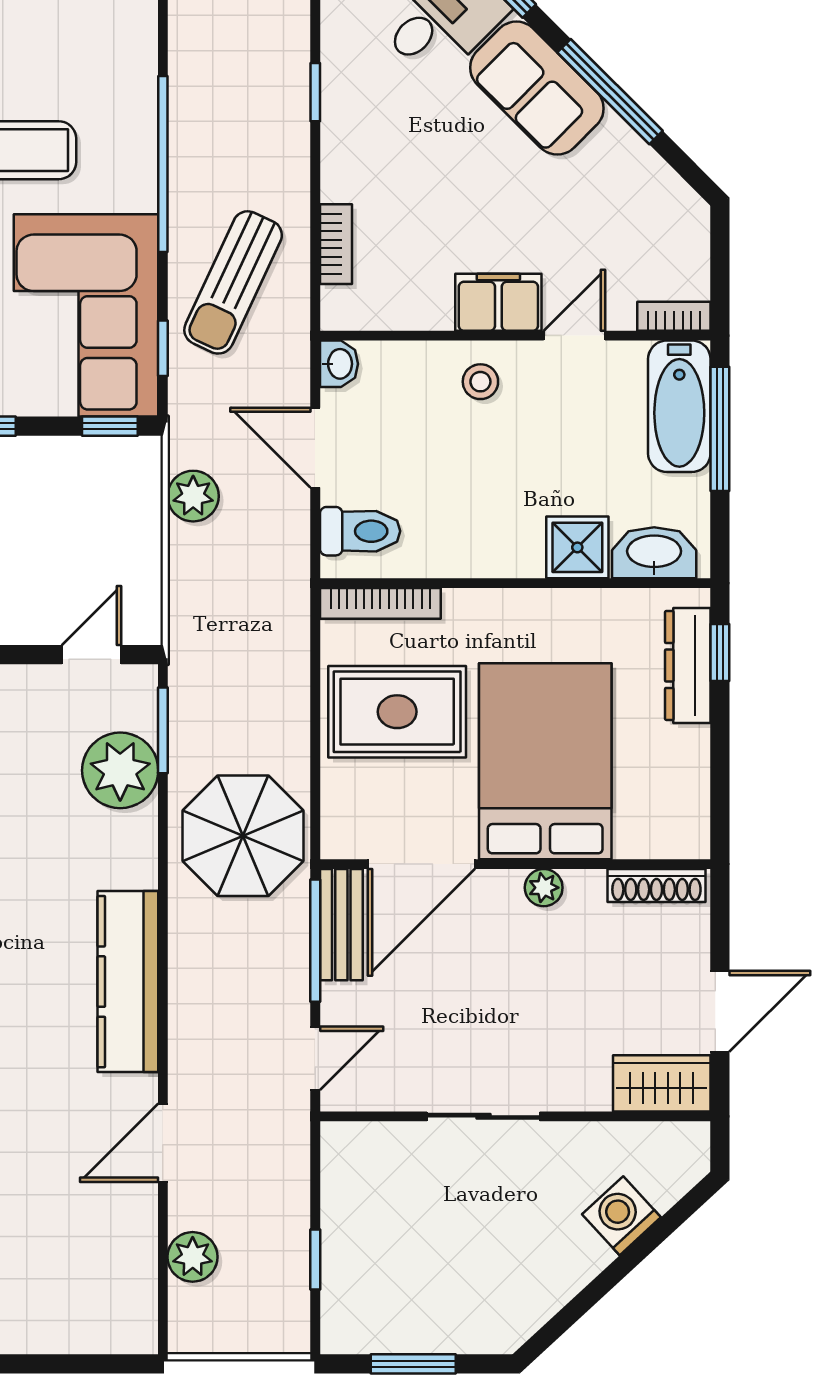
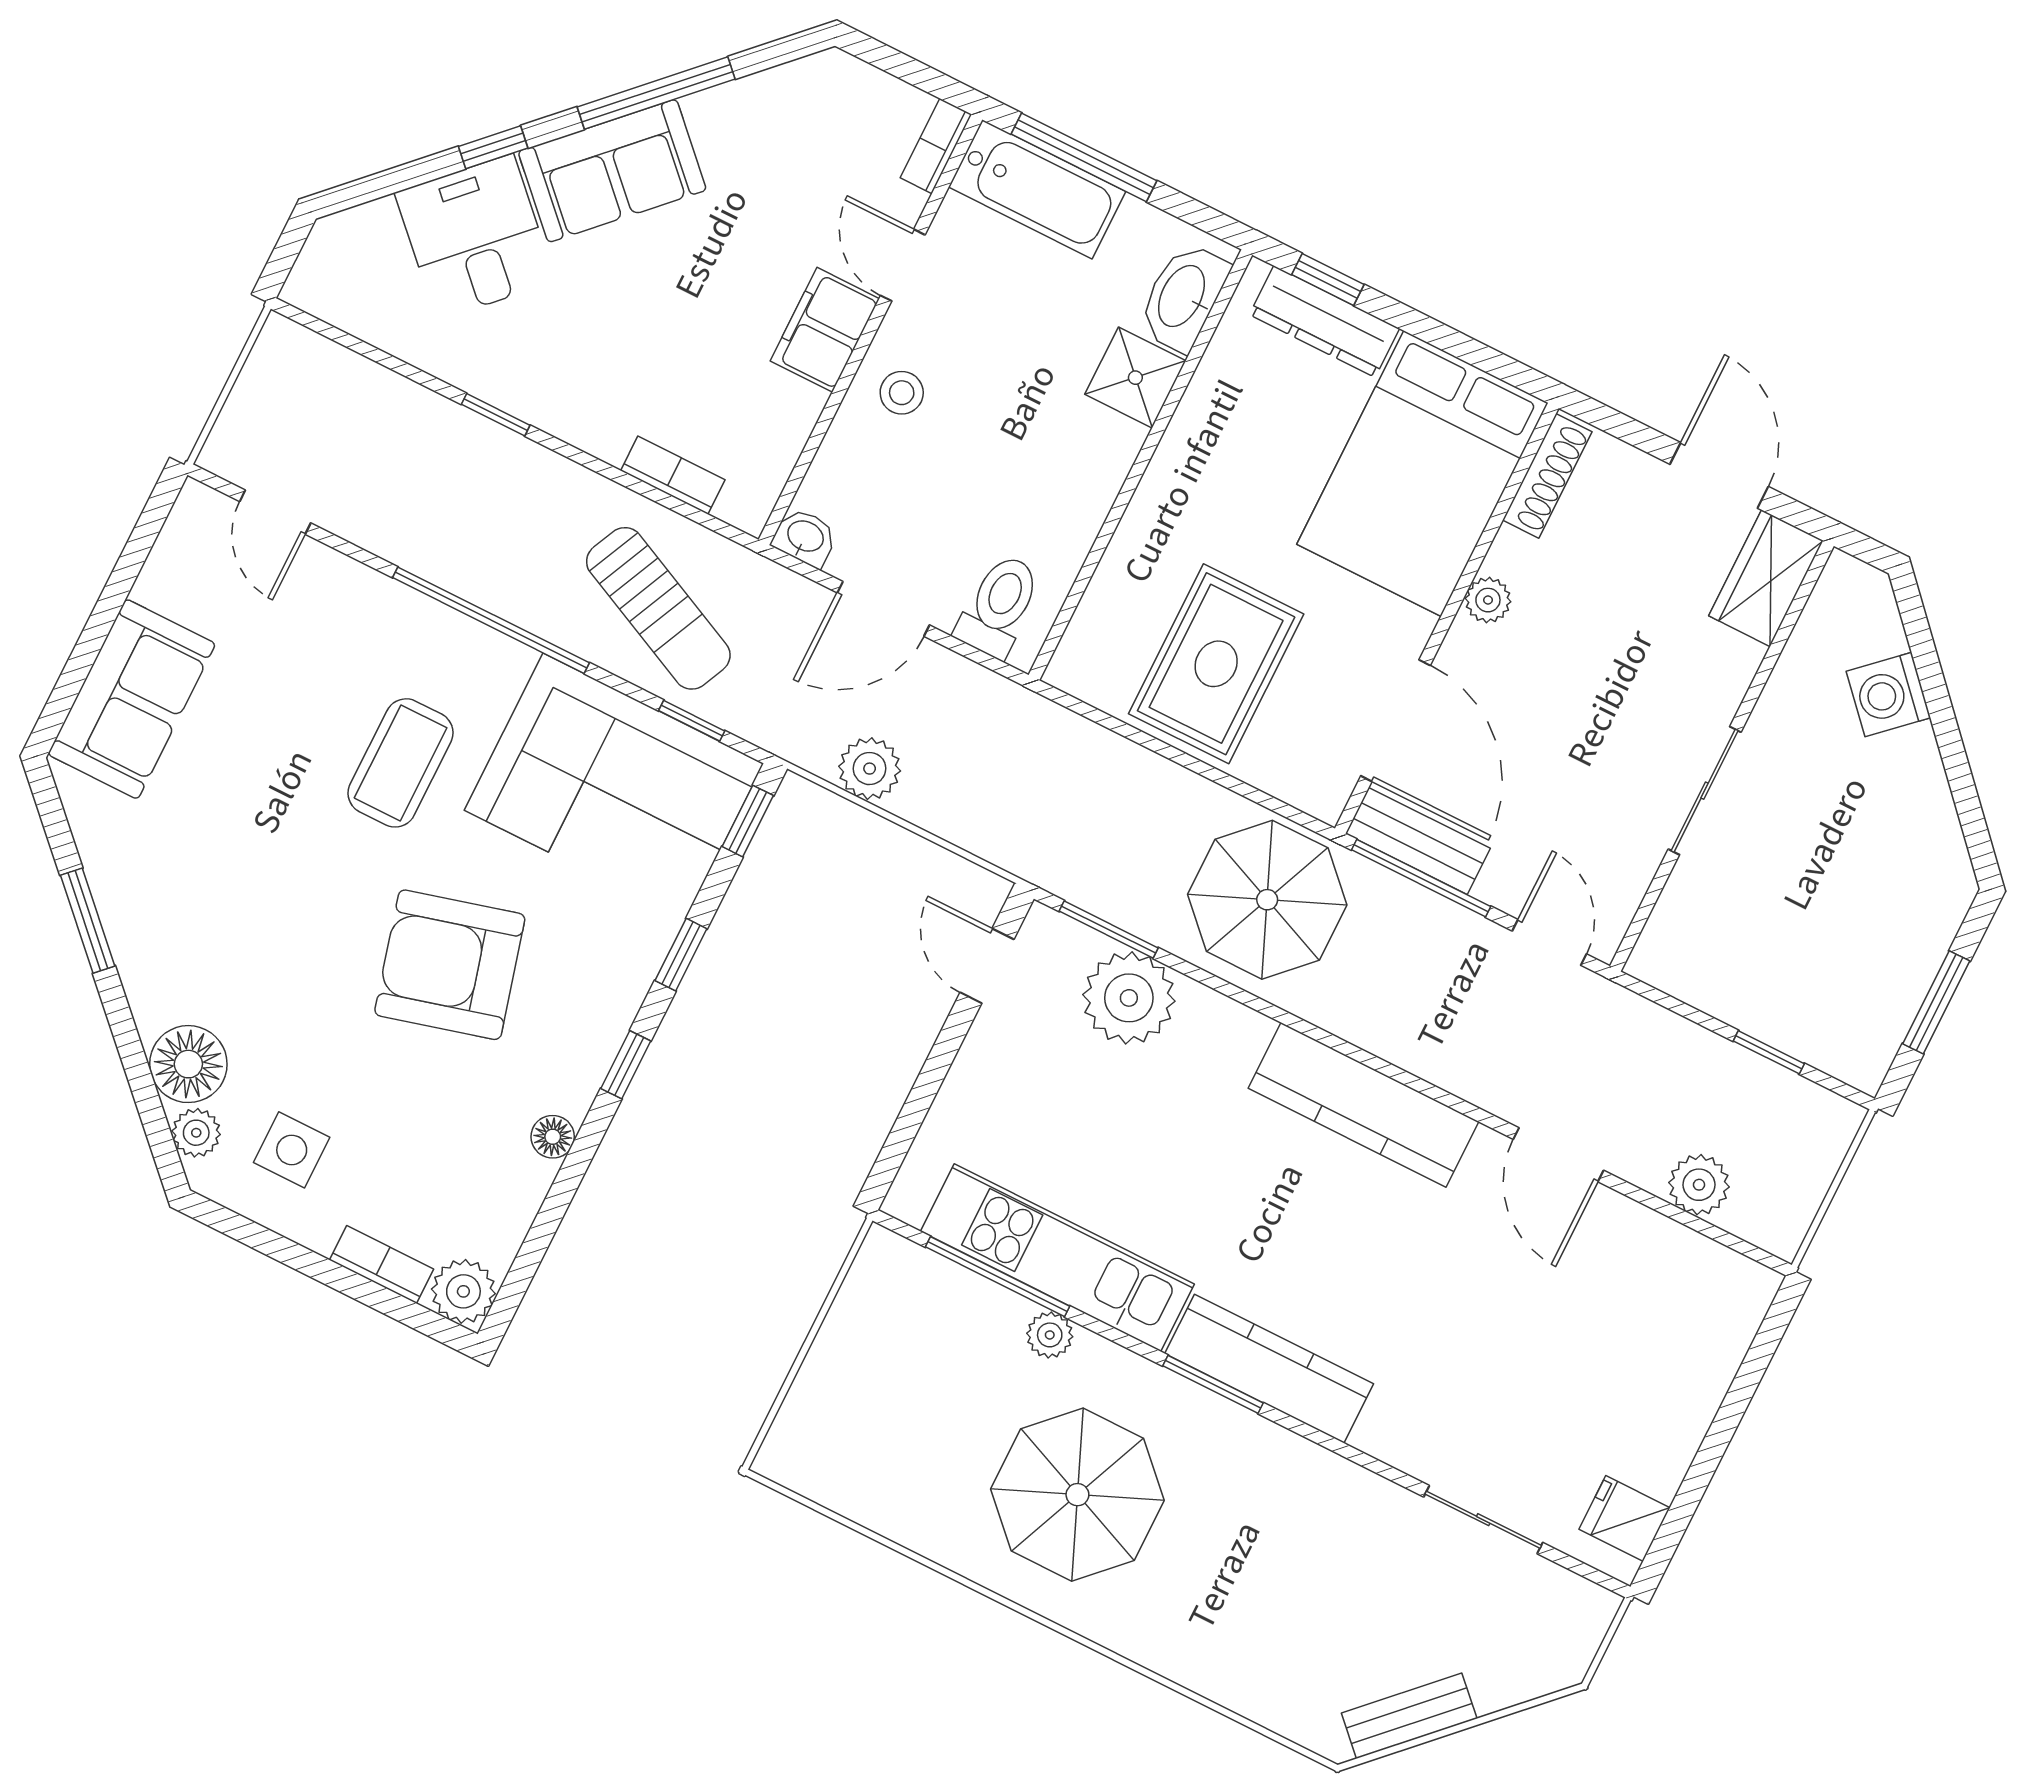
bookcase: (380, 603) -> (1089, 623), removed
bed: (545, 761) -> (1422, 474), moved, turned -90

